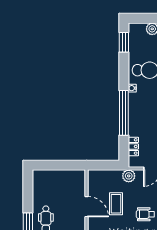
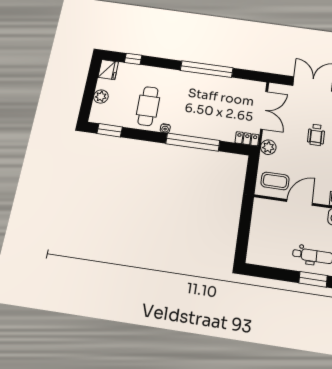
locker: (133, 146) -> (247, 139), moved
coffee table: (116, 204) -> (275, 181), moved

